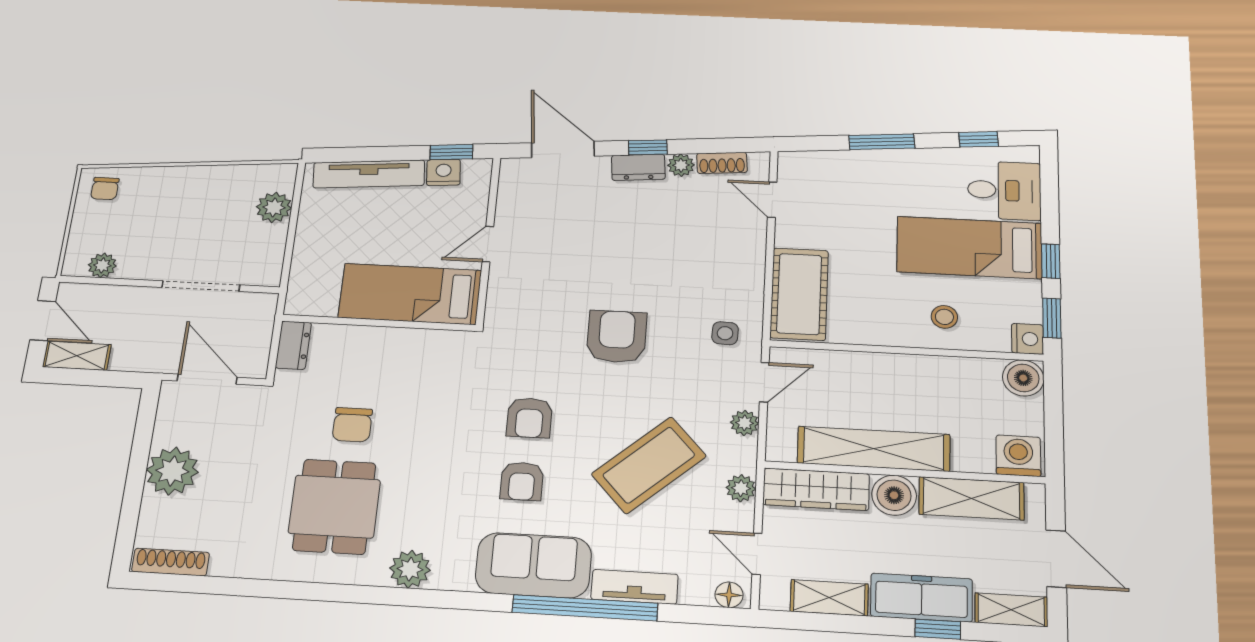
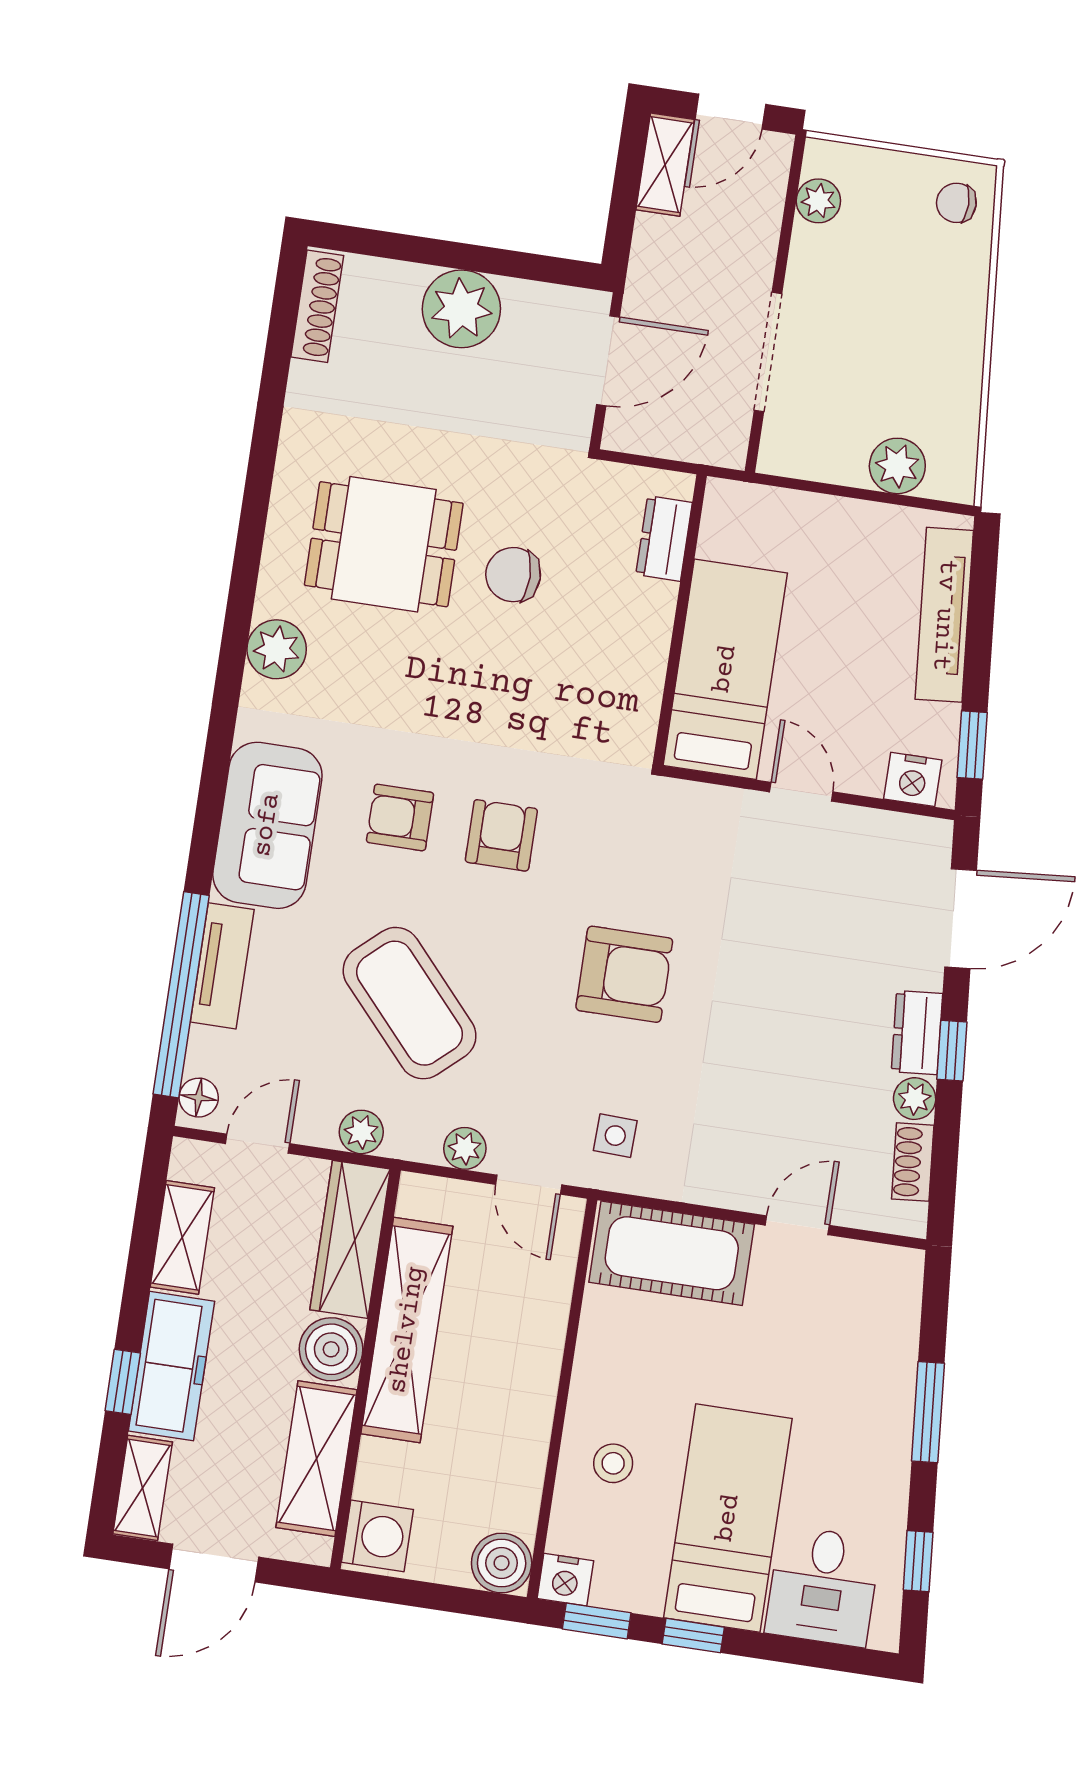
nightstand: (444, 172) -> (913, 779), moved, turned 95
door: (772, 200) -> (797, 1225), moved
dresser: (293, 345) -> (664, 539), moved, turned 90
armchair: (529, 418) -> (501, 835), turned 90
window: (585, 608) -> (181, 995), moved

